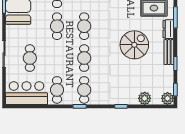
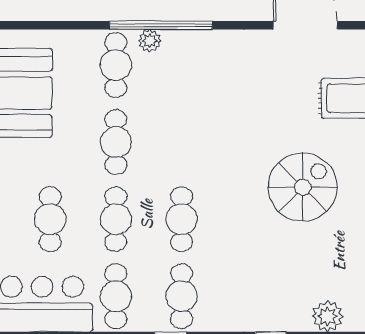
cafe table: (84, 26) -> (116, 219), moved

